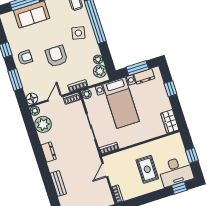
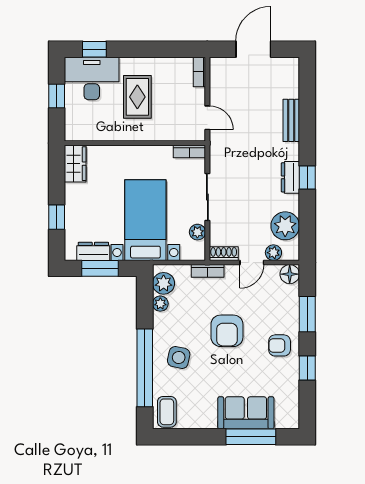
plant: (87, 94) -> (197, 232), moved
plant: (35, 111) -> (273, 253), moved
window: (39, 155) -> (307, 178), added
door: (105, 170) -> (207, 118), hinge flipped

